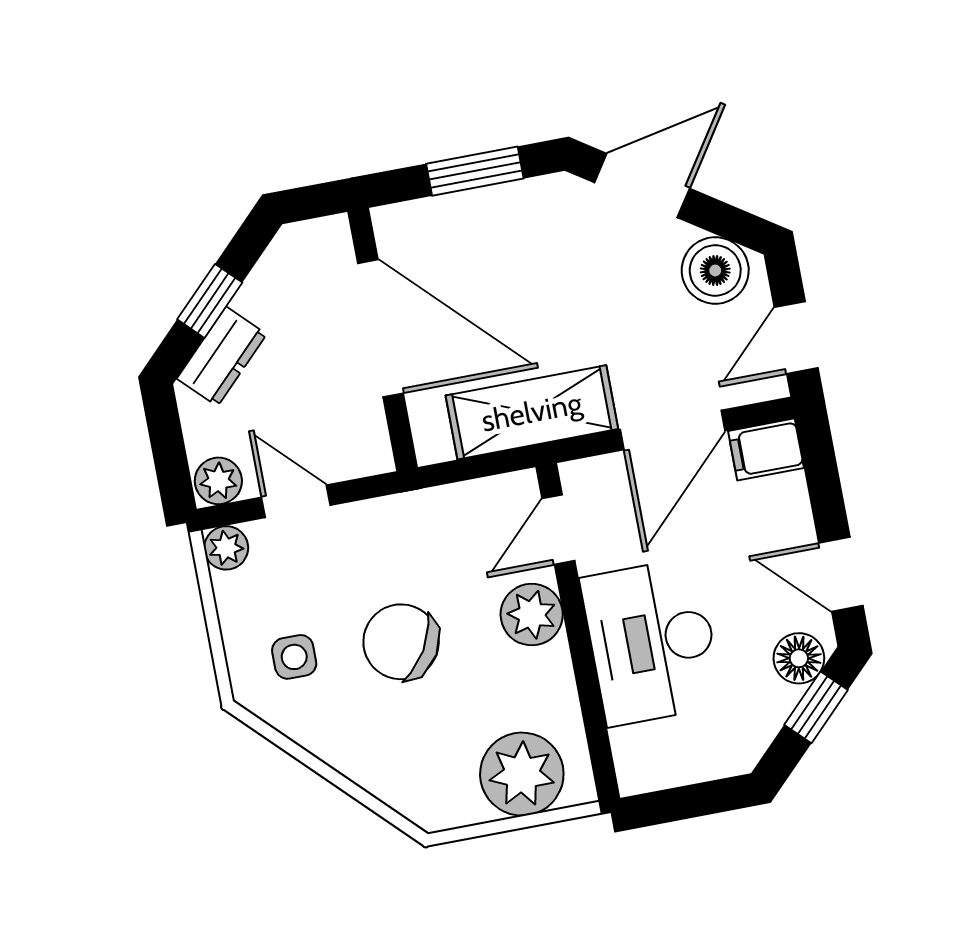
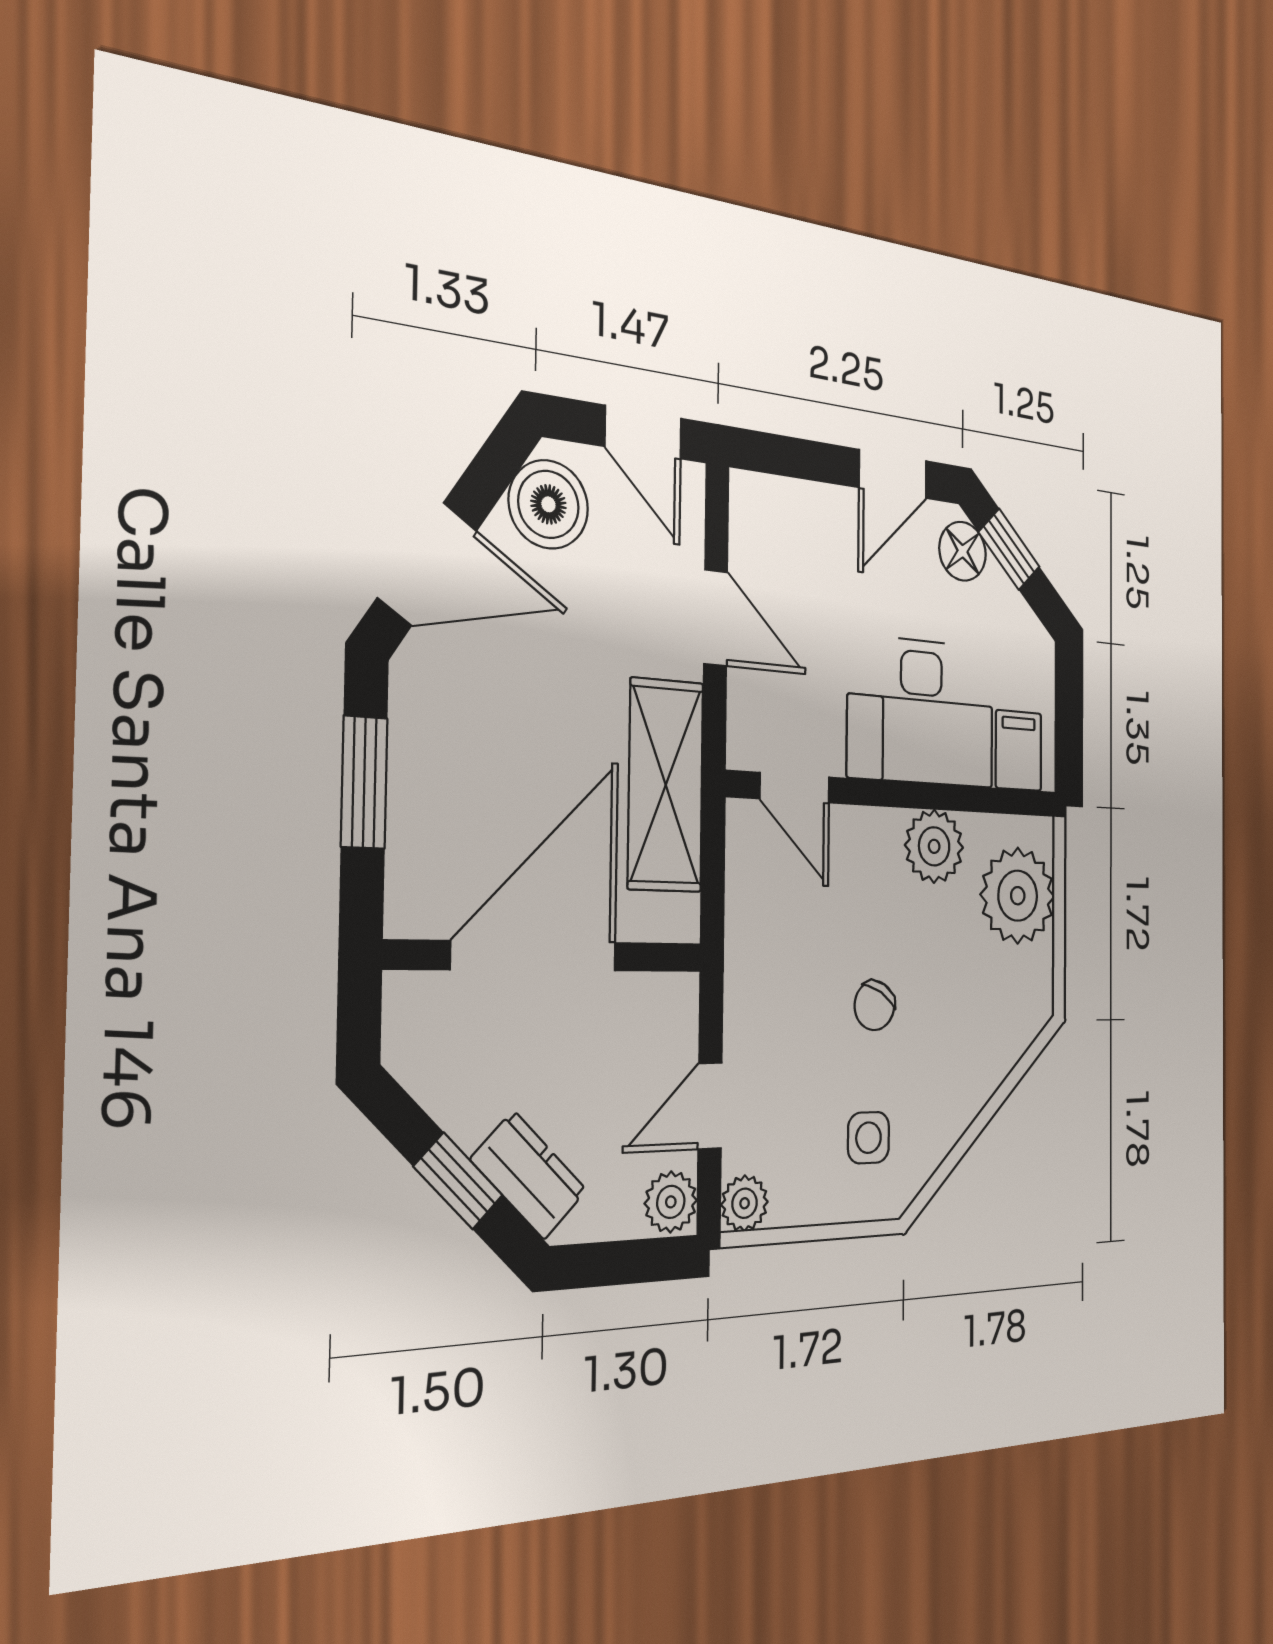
door: (642, 186) -> (428, 564), swing flipped
door: (672, 430) -> (716, 618), width x0.73
filing cabinet: (766, 449) -> (1019, 751), moved, turned 180
plant: (532, 615) -> (934, 846), moved
chair: (401, 642) -> (874, 1006), width x0.54, depth x0.54

